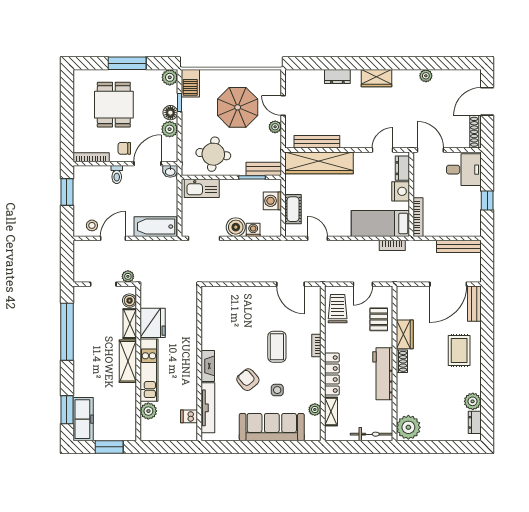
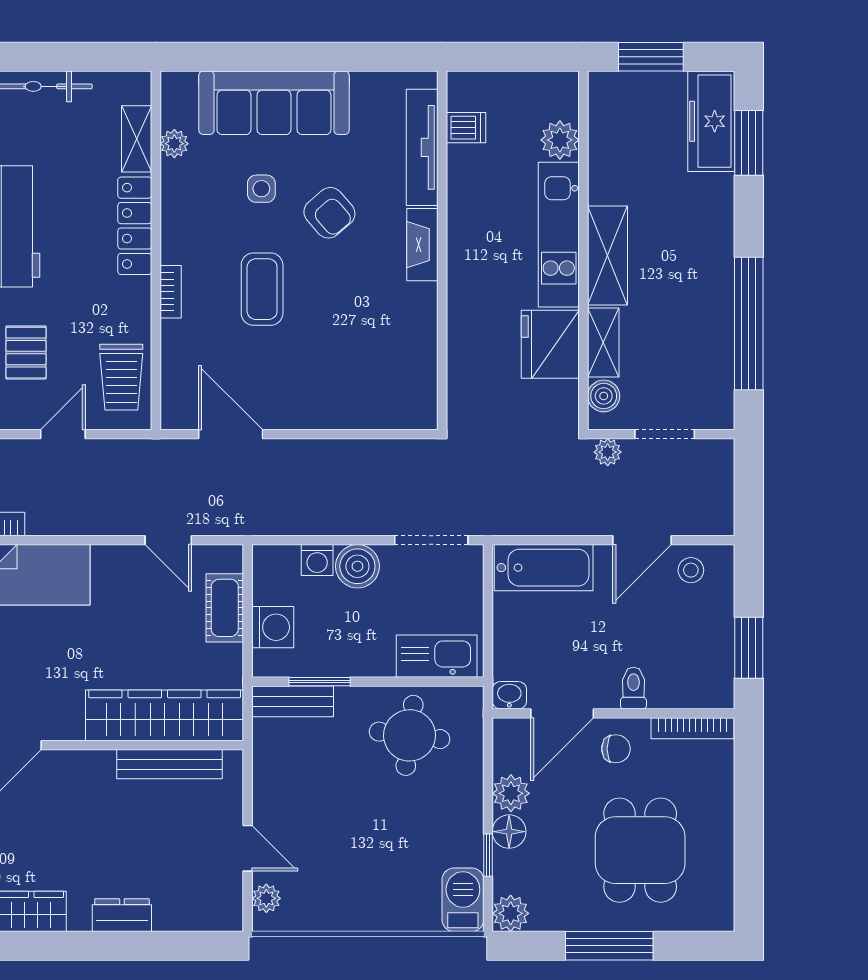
parasol: (238, 107) -> (353, 844), removed
plant: (275, 127) -> (266, 898), moved

